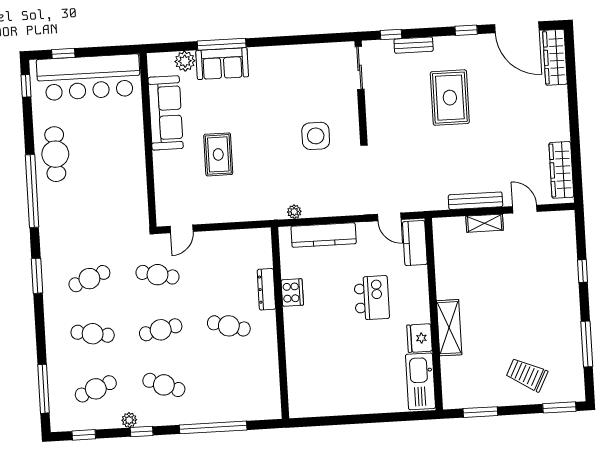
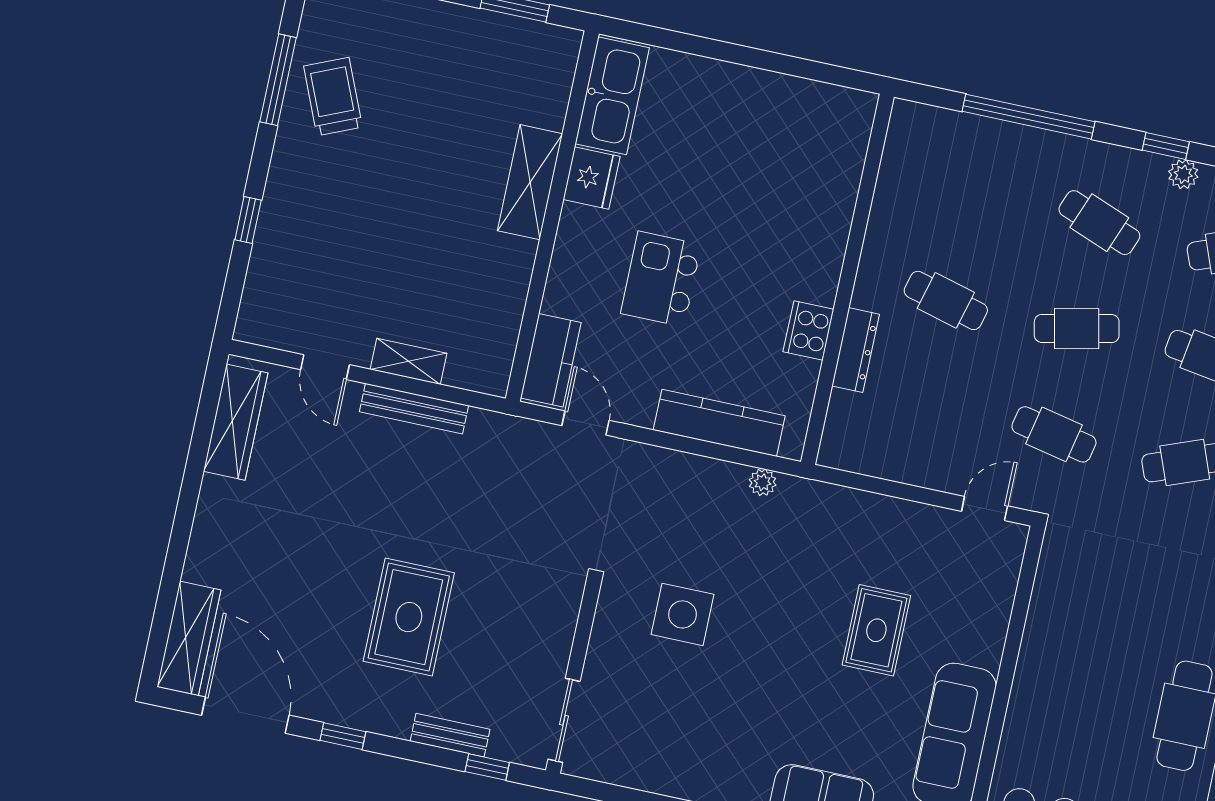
trolley: (527, 375) -> (333, 97), moved, turned -140

